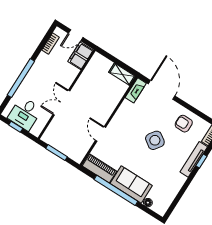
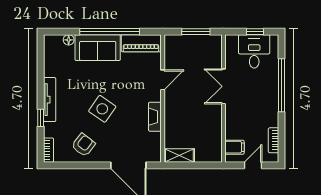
filing cabinet: (80, 56) -> (234, 147), width x0.50
fireplace: (136, 90) -> (155, 117), moved
double door: (61, 103) -> (224, 86), swing flipped
armchair: (184, 124) -> (83, 145), turned -52
door: (101, 134) -> (163, 80), hinge flipped
tv unit: (194, 159) -> (50, 100), moved

